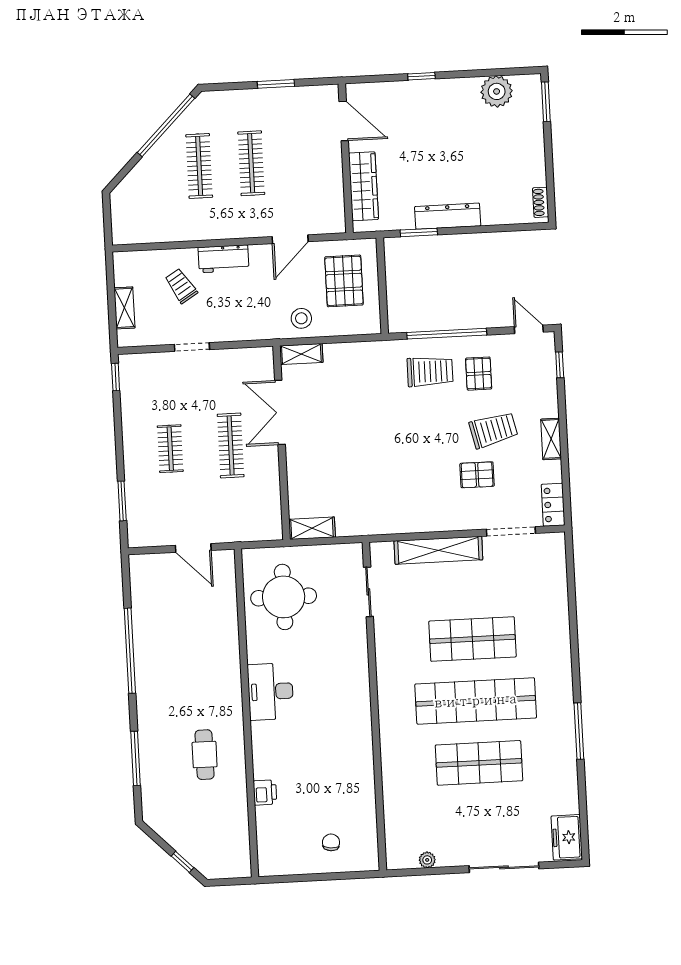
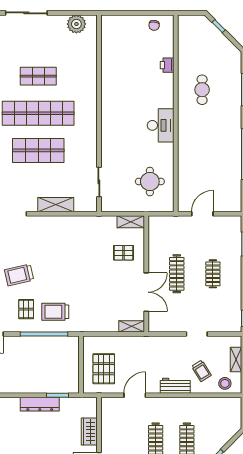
wardrobe: (363, 186) -> (89, 431), width x0.67
stool: (301, 318) -> (225, 383), moved
pallet: (477, 475) -> (124, 253), moved
door: (193, 548) -> (202, 214), hinge flipped
shelving: (438, 550) -> (56, 205), width x0.68
round table: (284, 597) -> (150, 182), width x0.73, depth x0.73
shop shelf: (479, 763) -> (38, 76), width x0.70, depth x0.74
chair: (331, 842) -> (154, 25), moved
plant: (427, 860) -> (76, 24), width x1.87, depth x1.87

